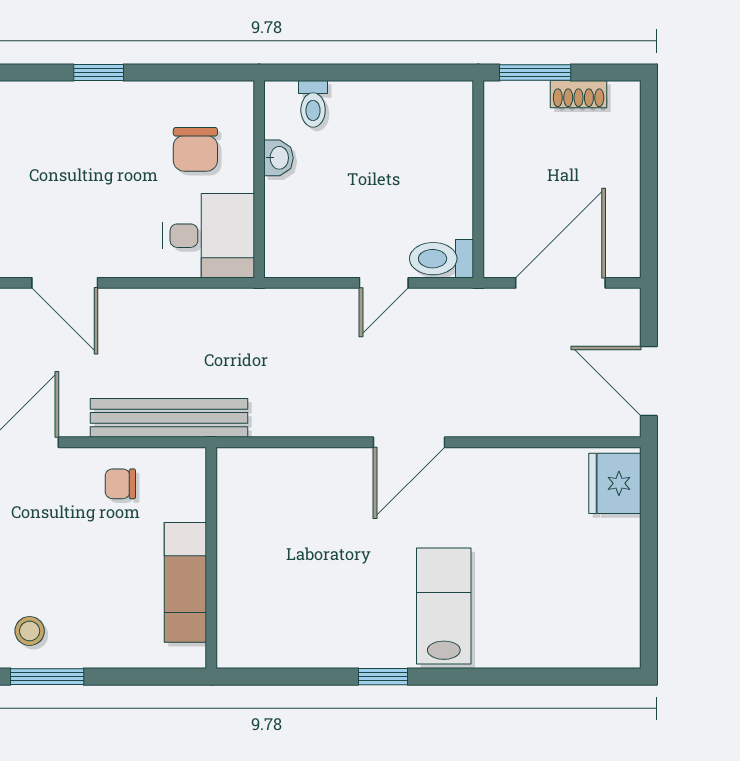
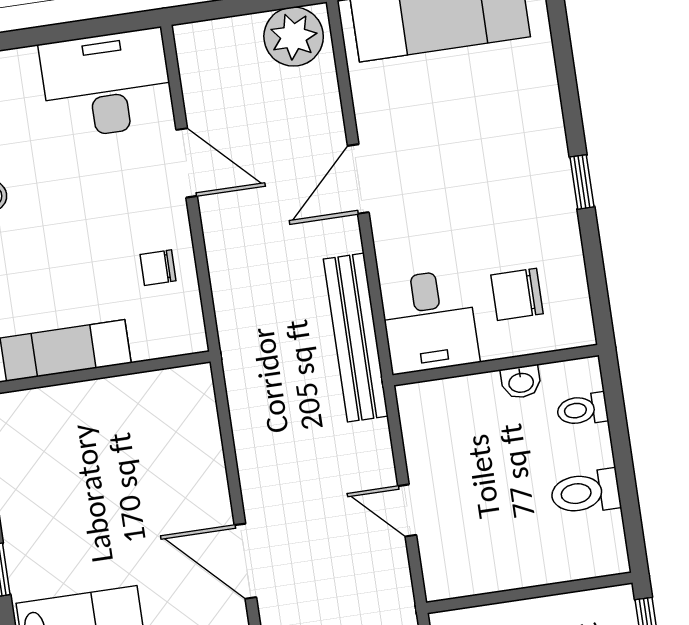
toilet: (442, 259) -> (585, 492), moved, turned -90
bench: (169, 418) -> (356, 338), moved
chair: (120, 484) -> (158, 268), turned -90

